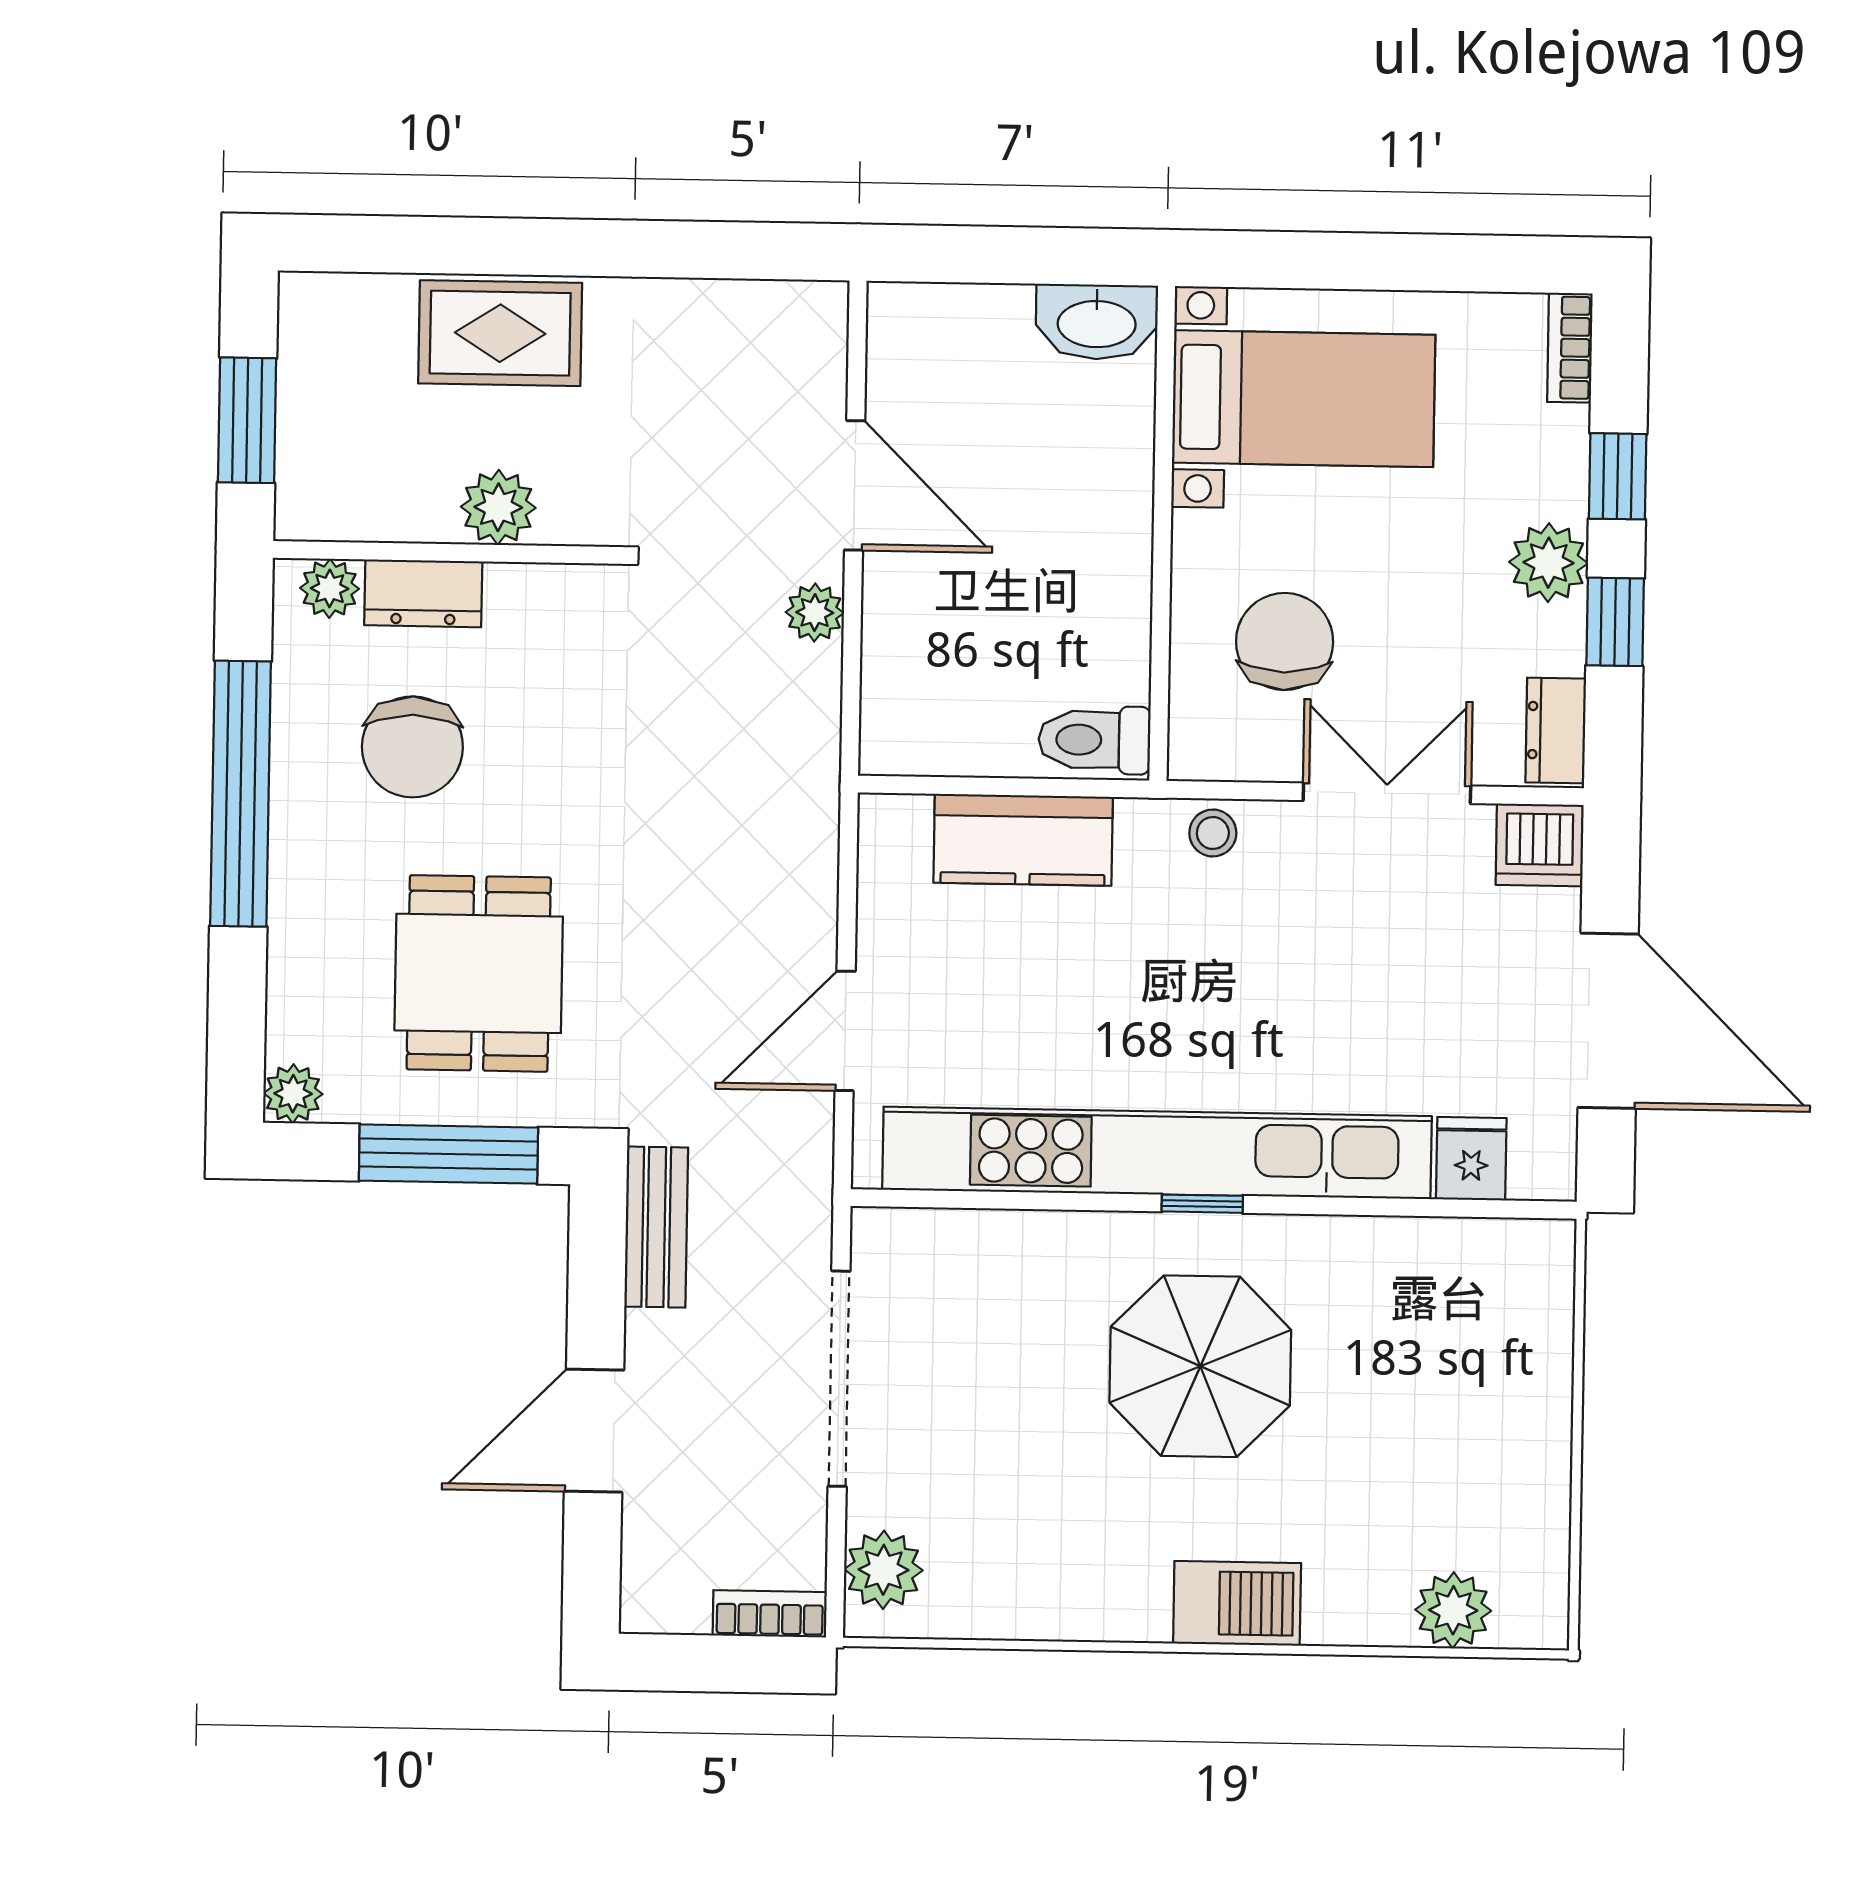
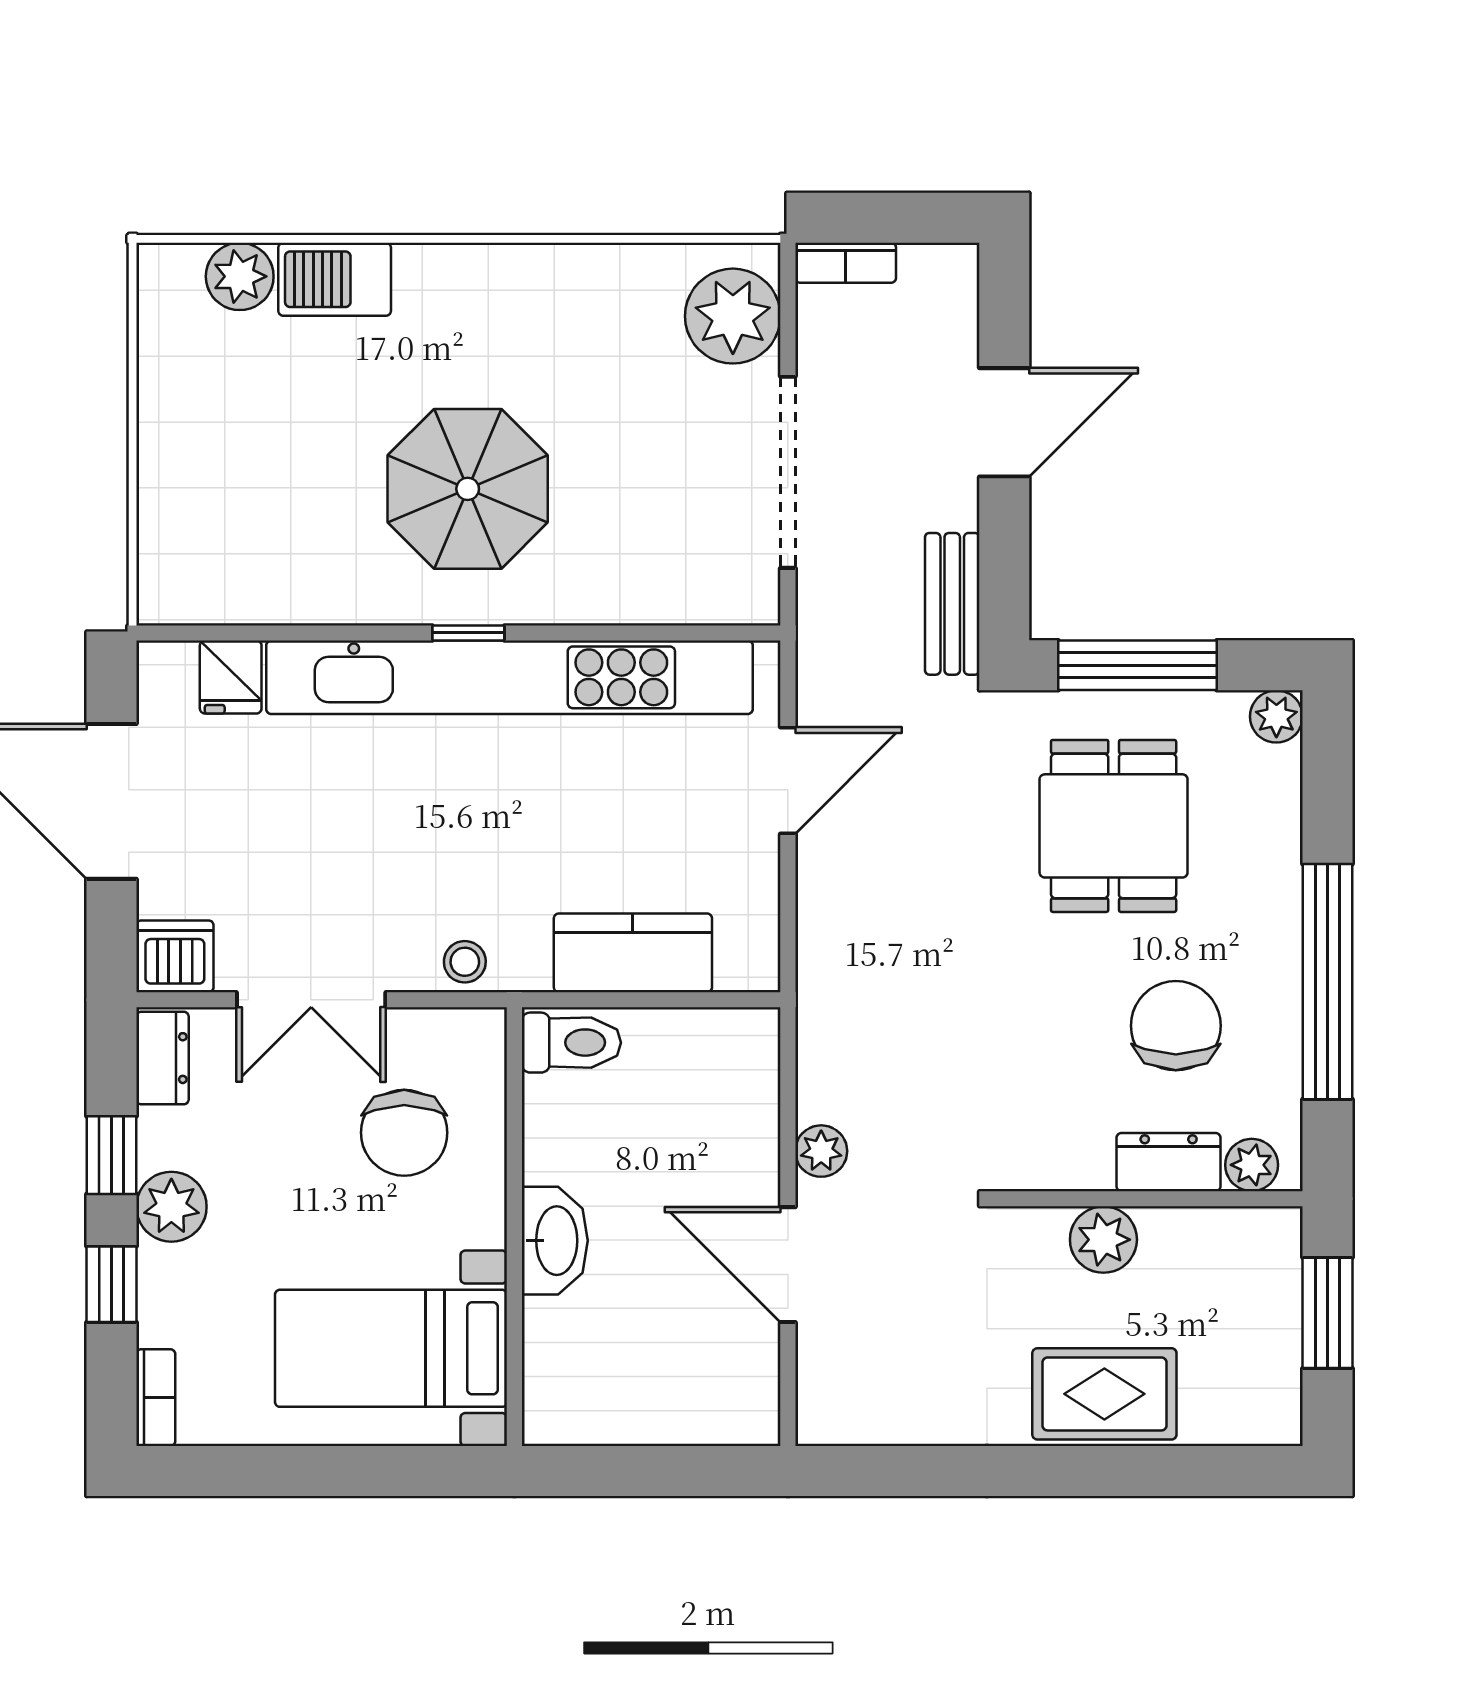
washbasin: (1097, 322) -> (555, 1241), moved, turned 90
plant: (883, 1570) -> (733, 316), width x1.36, depth x1.36
barbecue: (1237, 1603) -> (335, 279), moved

